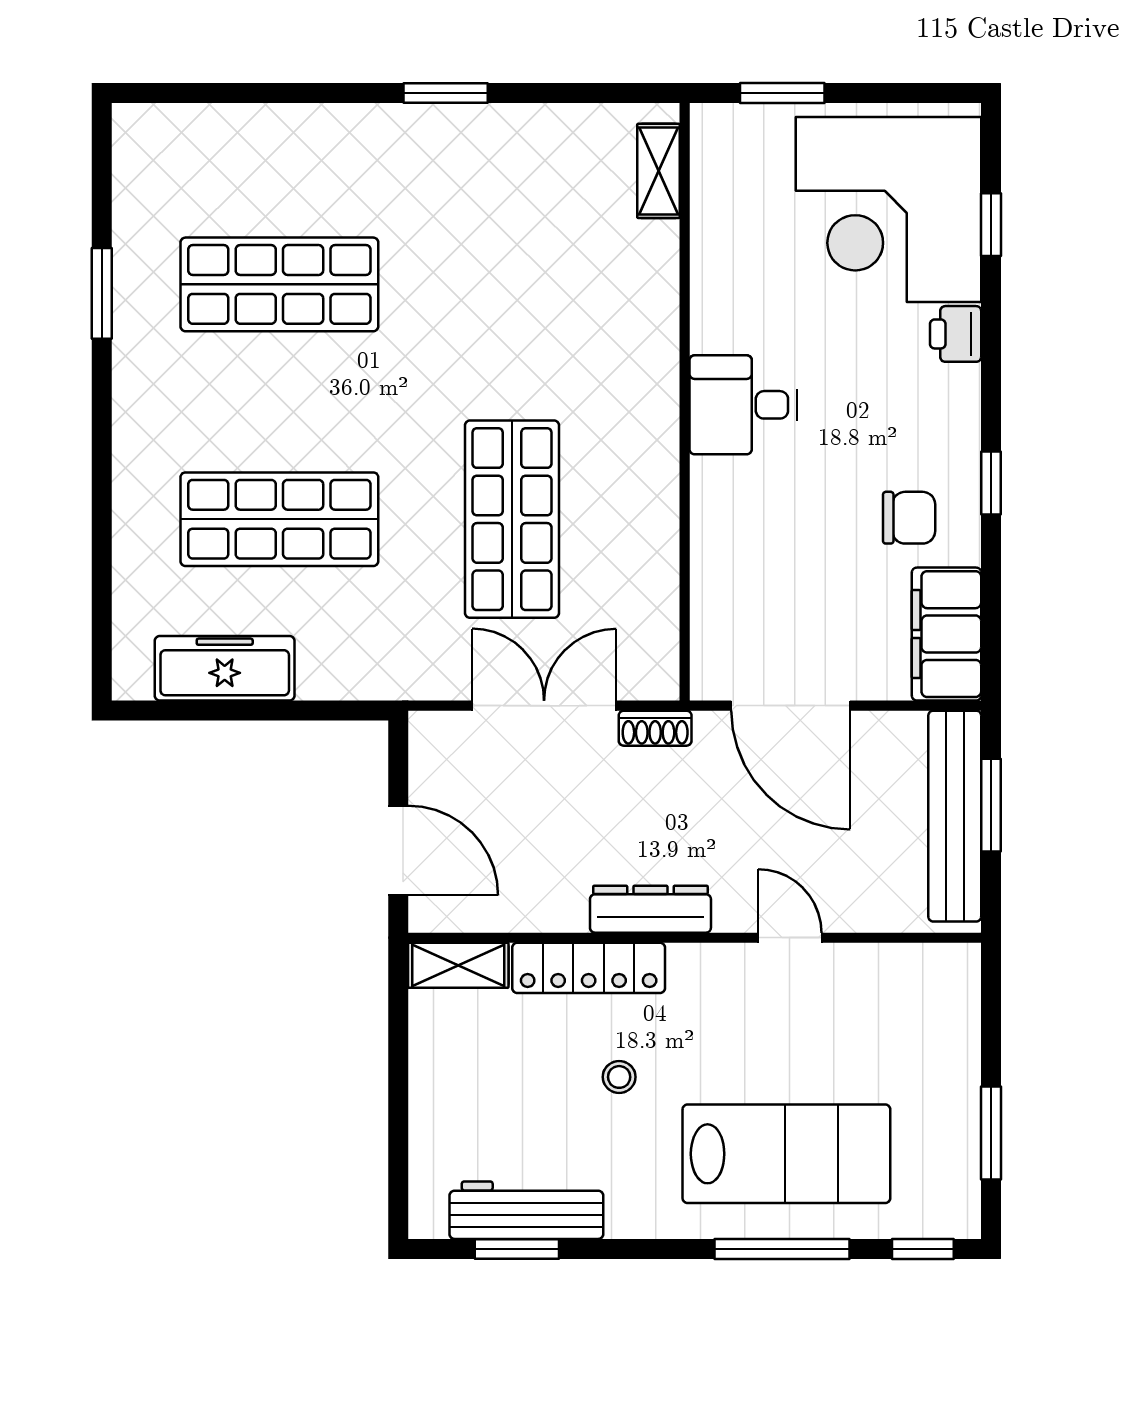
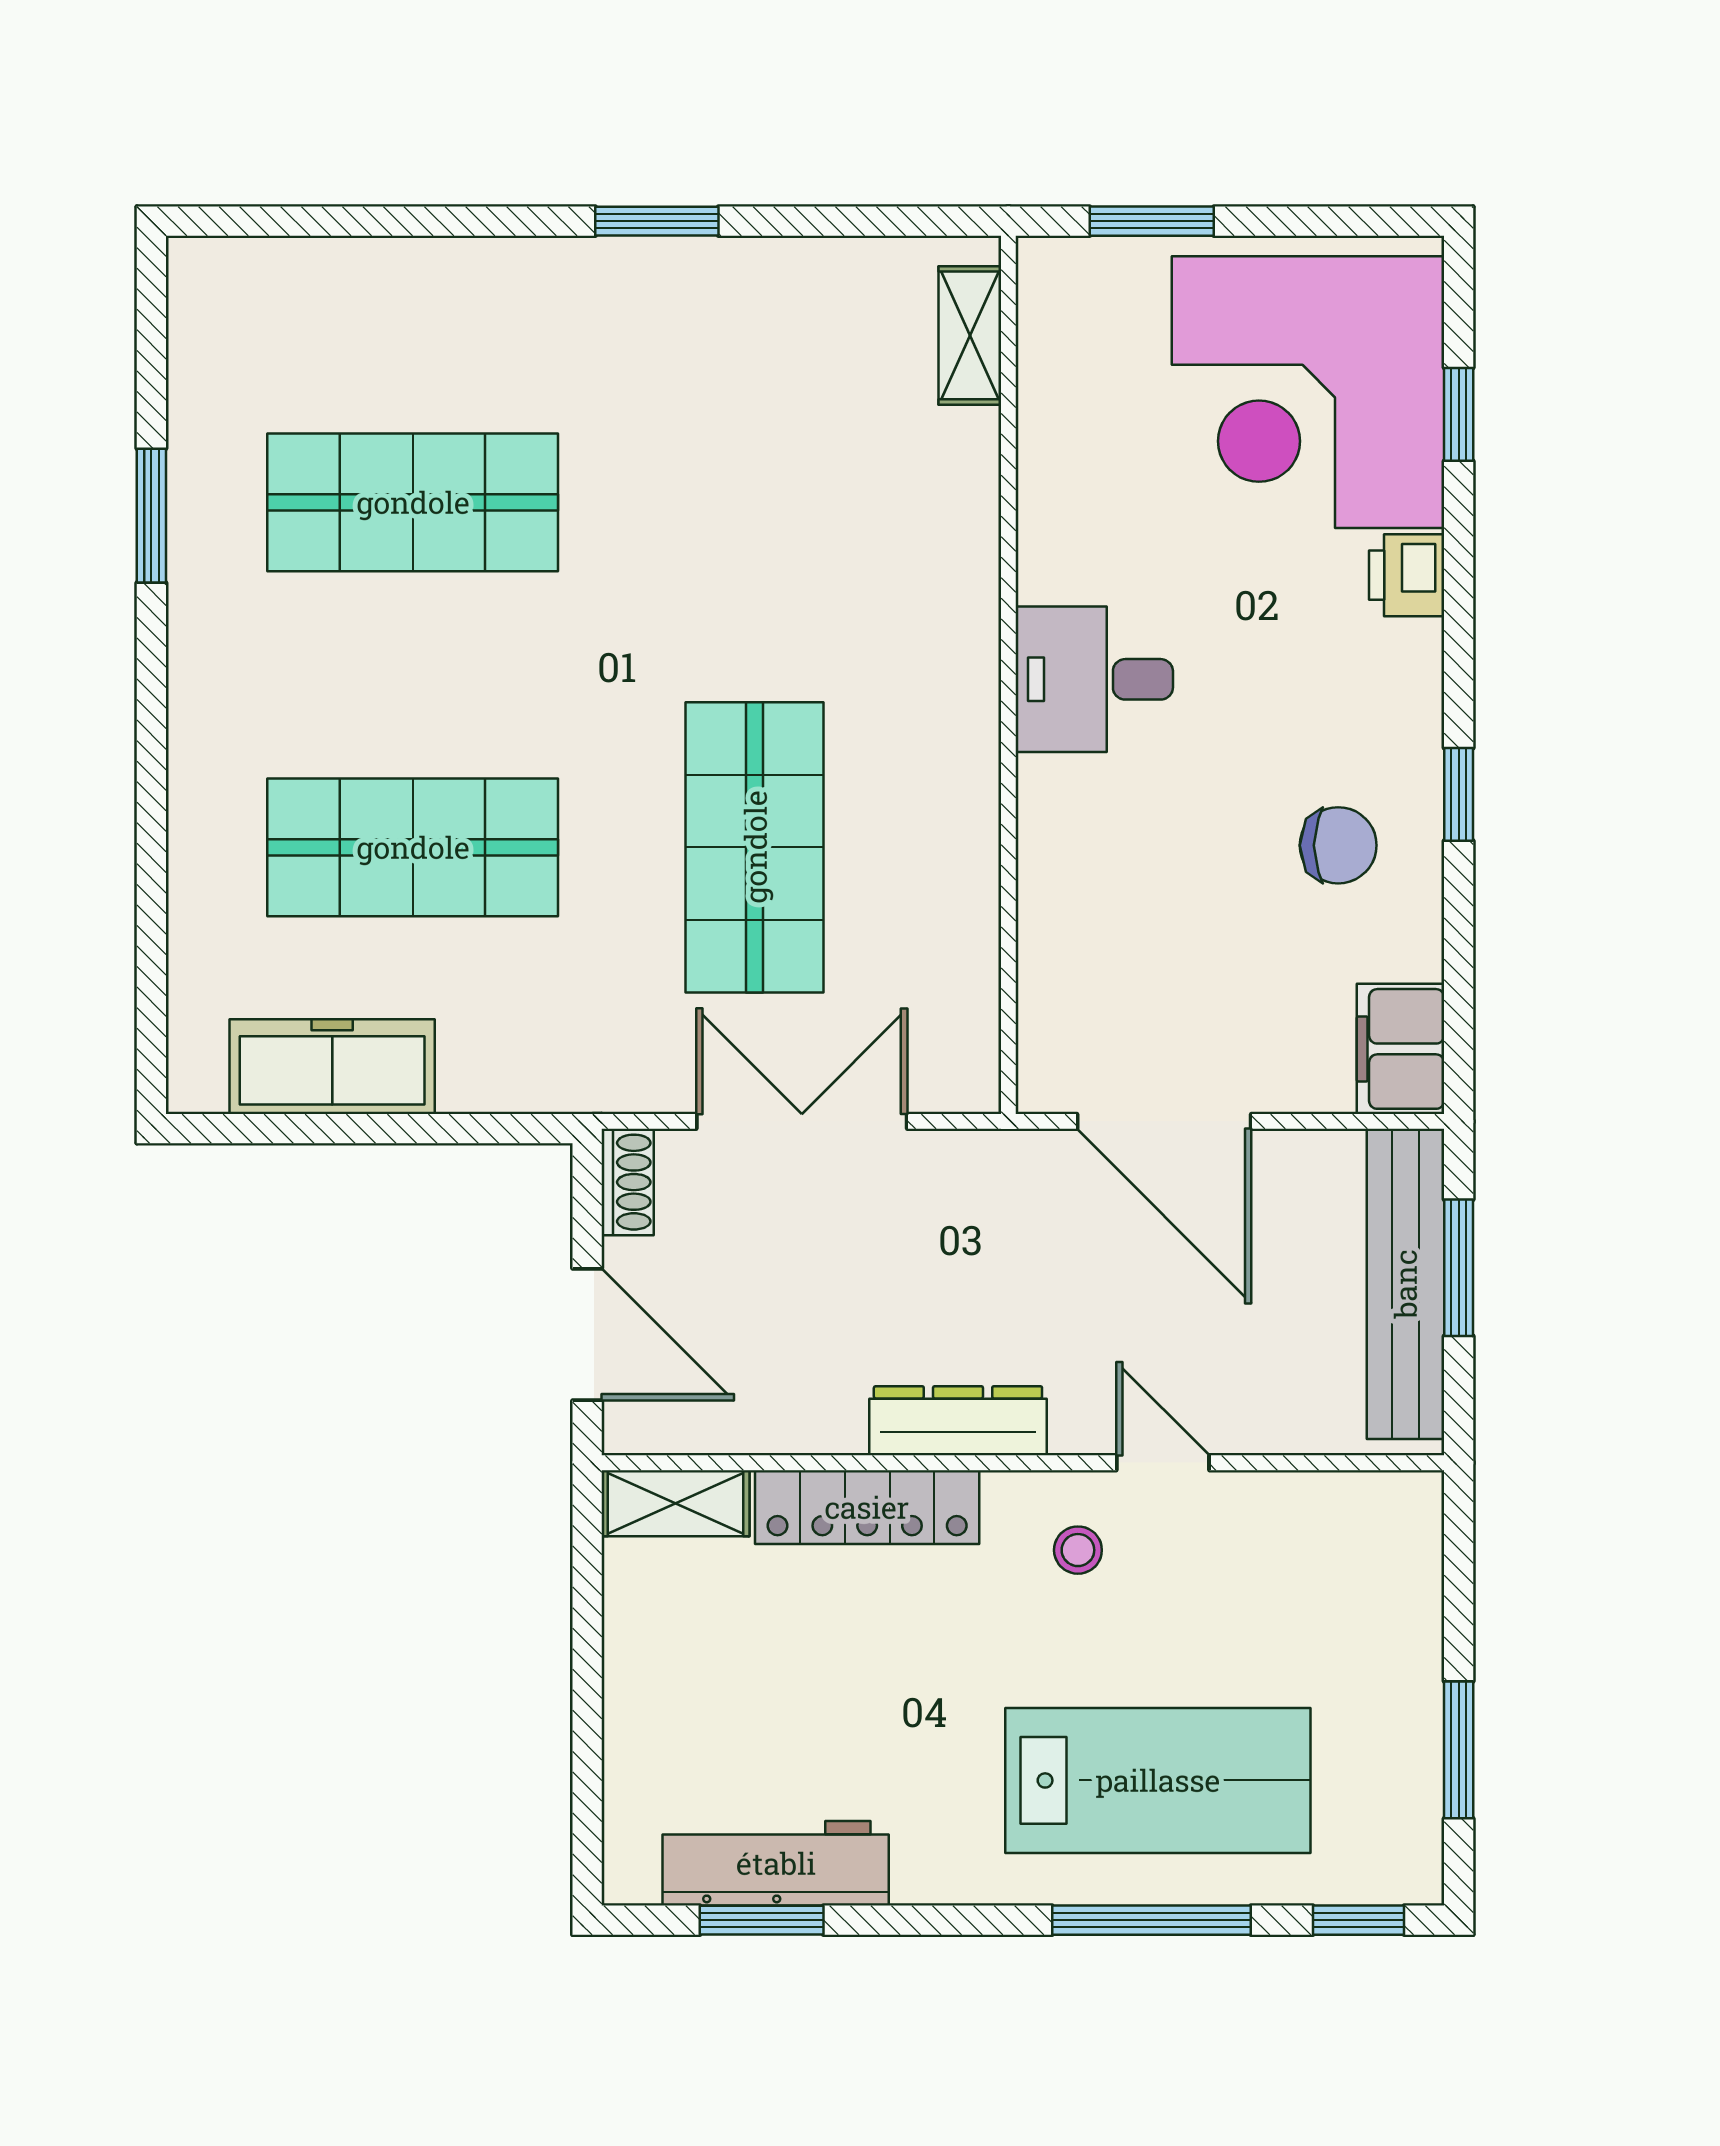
filing cabinet: (947, 634) -> (1400, 1049), width x0.67, depth x0.86
shoe rack: (655, 728) -> (628, 1182), moved, turned -90
stool: (619, 1077) -> (1078, 1550), moved

